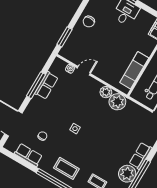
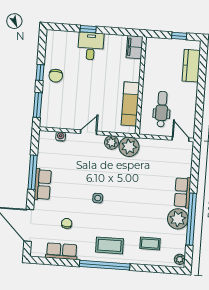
window: (78, 13) -> (40, 73), added
door: (84, 71) -> (89, 132), moved
row of seats: (46, 85) -> (43, 184), moved

